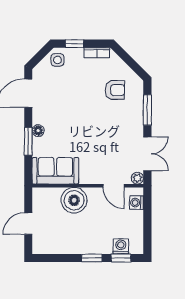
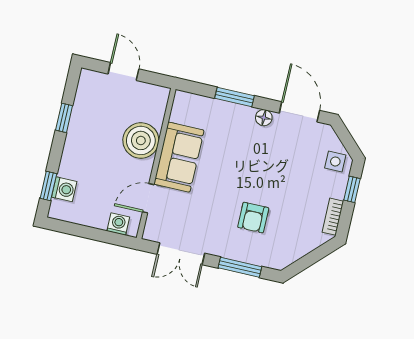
armchair: (115, 90) -> (253, 218), moved
floor lamp: (38, 131) -> (264, 118), moved
sofa: (55, 171) -> (179, 157), moved
plant: (137, 178) -> (151, 233), removed
window: (92, 258) -> (64, 118), moved

